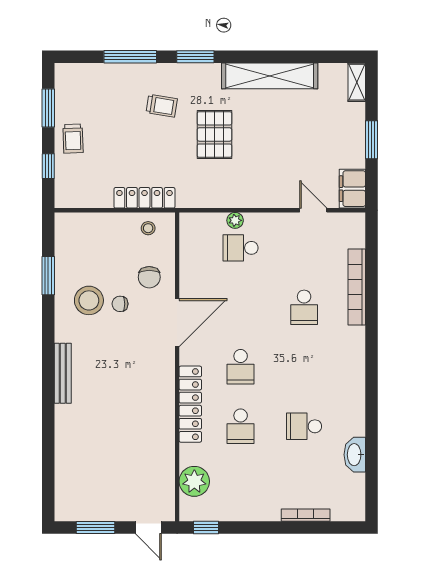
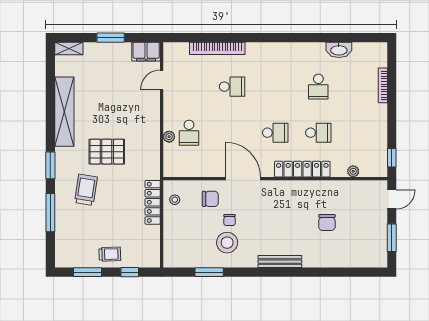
trolley: (162, 106) -> (86, 190), width x1.36, depth x1.39
chair: (117, 438) -> (327, 222), added
plant: (194, 481) -> (353, 171), width x0.53, depth x0.53

